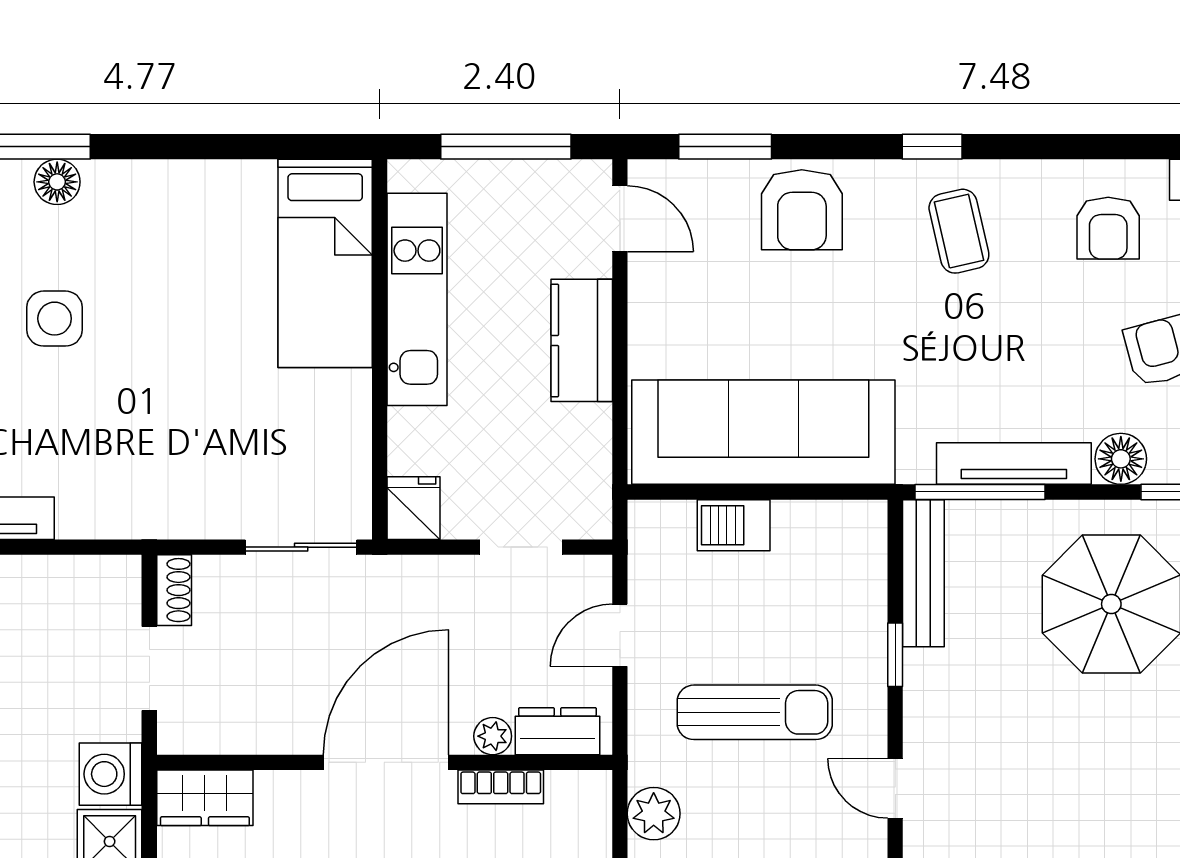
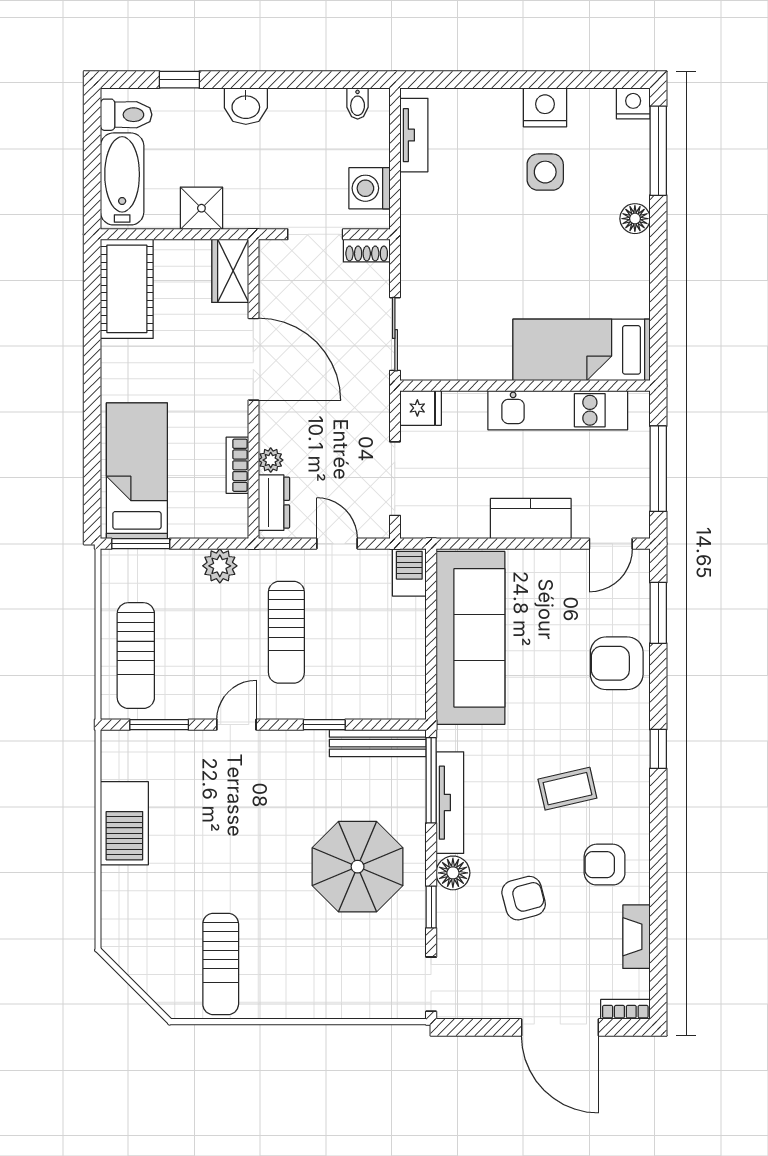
floor lamp: (57, 182) -> (635, 219), moved
coffee table: (959, 231) -> (567, 789), moved
barbecue: (734, 525) -> (409, 572), moved
doorway: (521, 547) -> (395, 479), width x1.38
door: (386, 762) -> (253, 359), moved
washing machine: (110, 774) -> (369, 188), moved, turned -90

